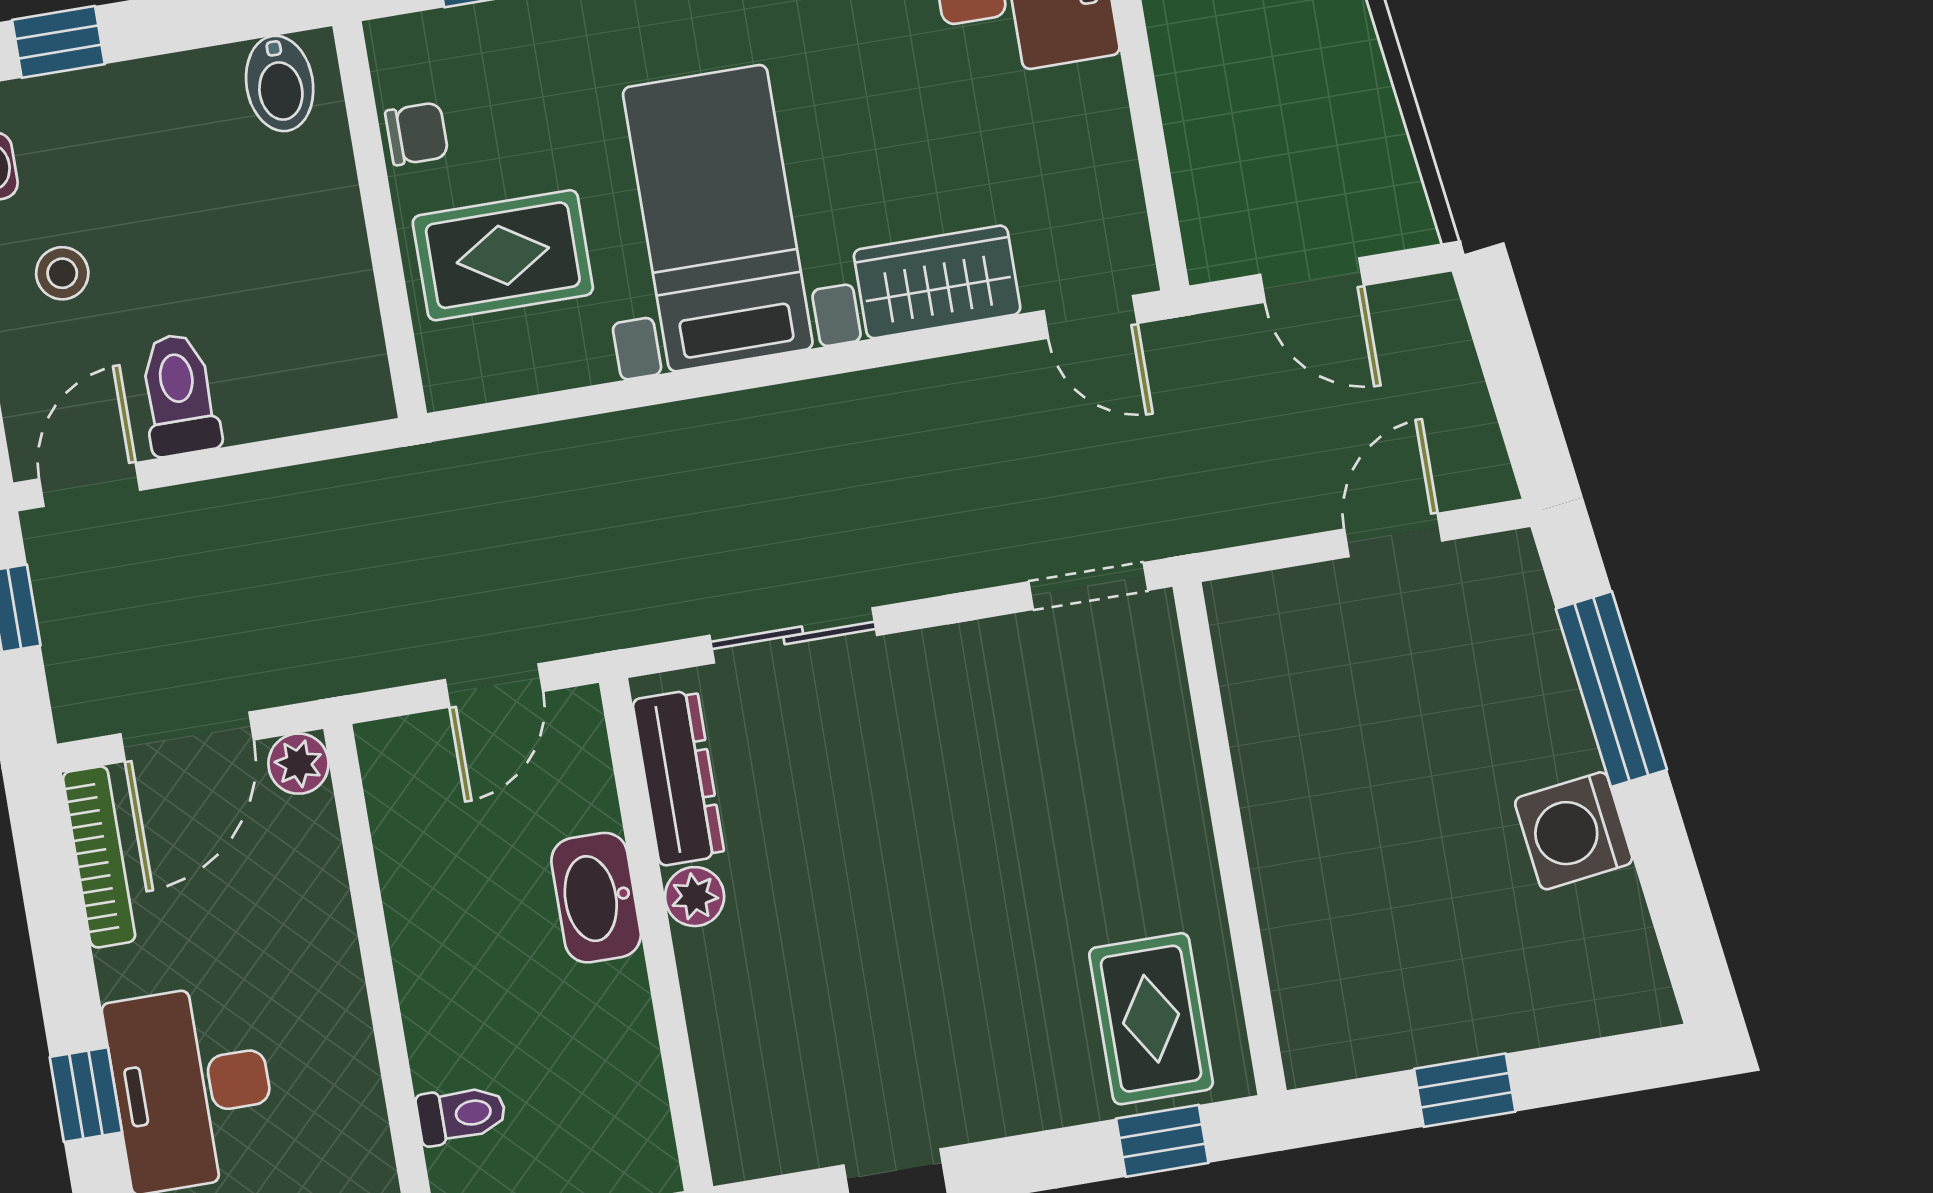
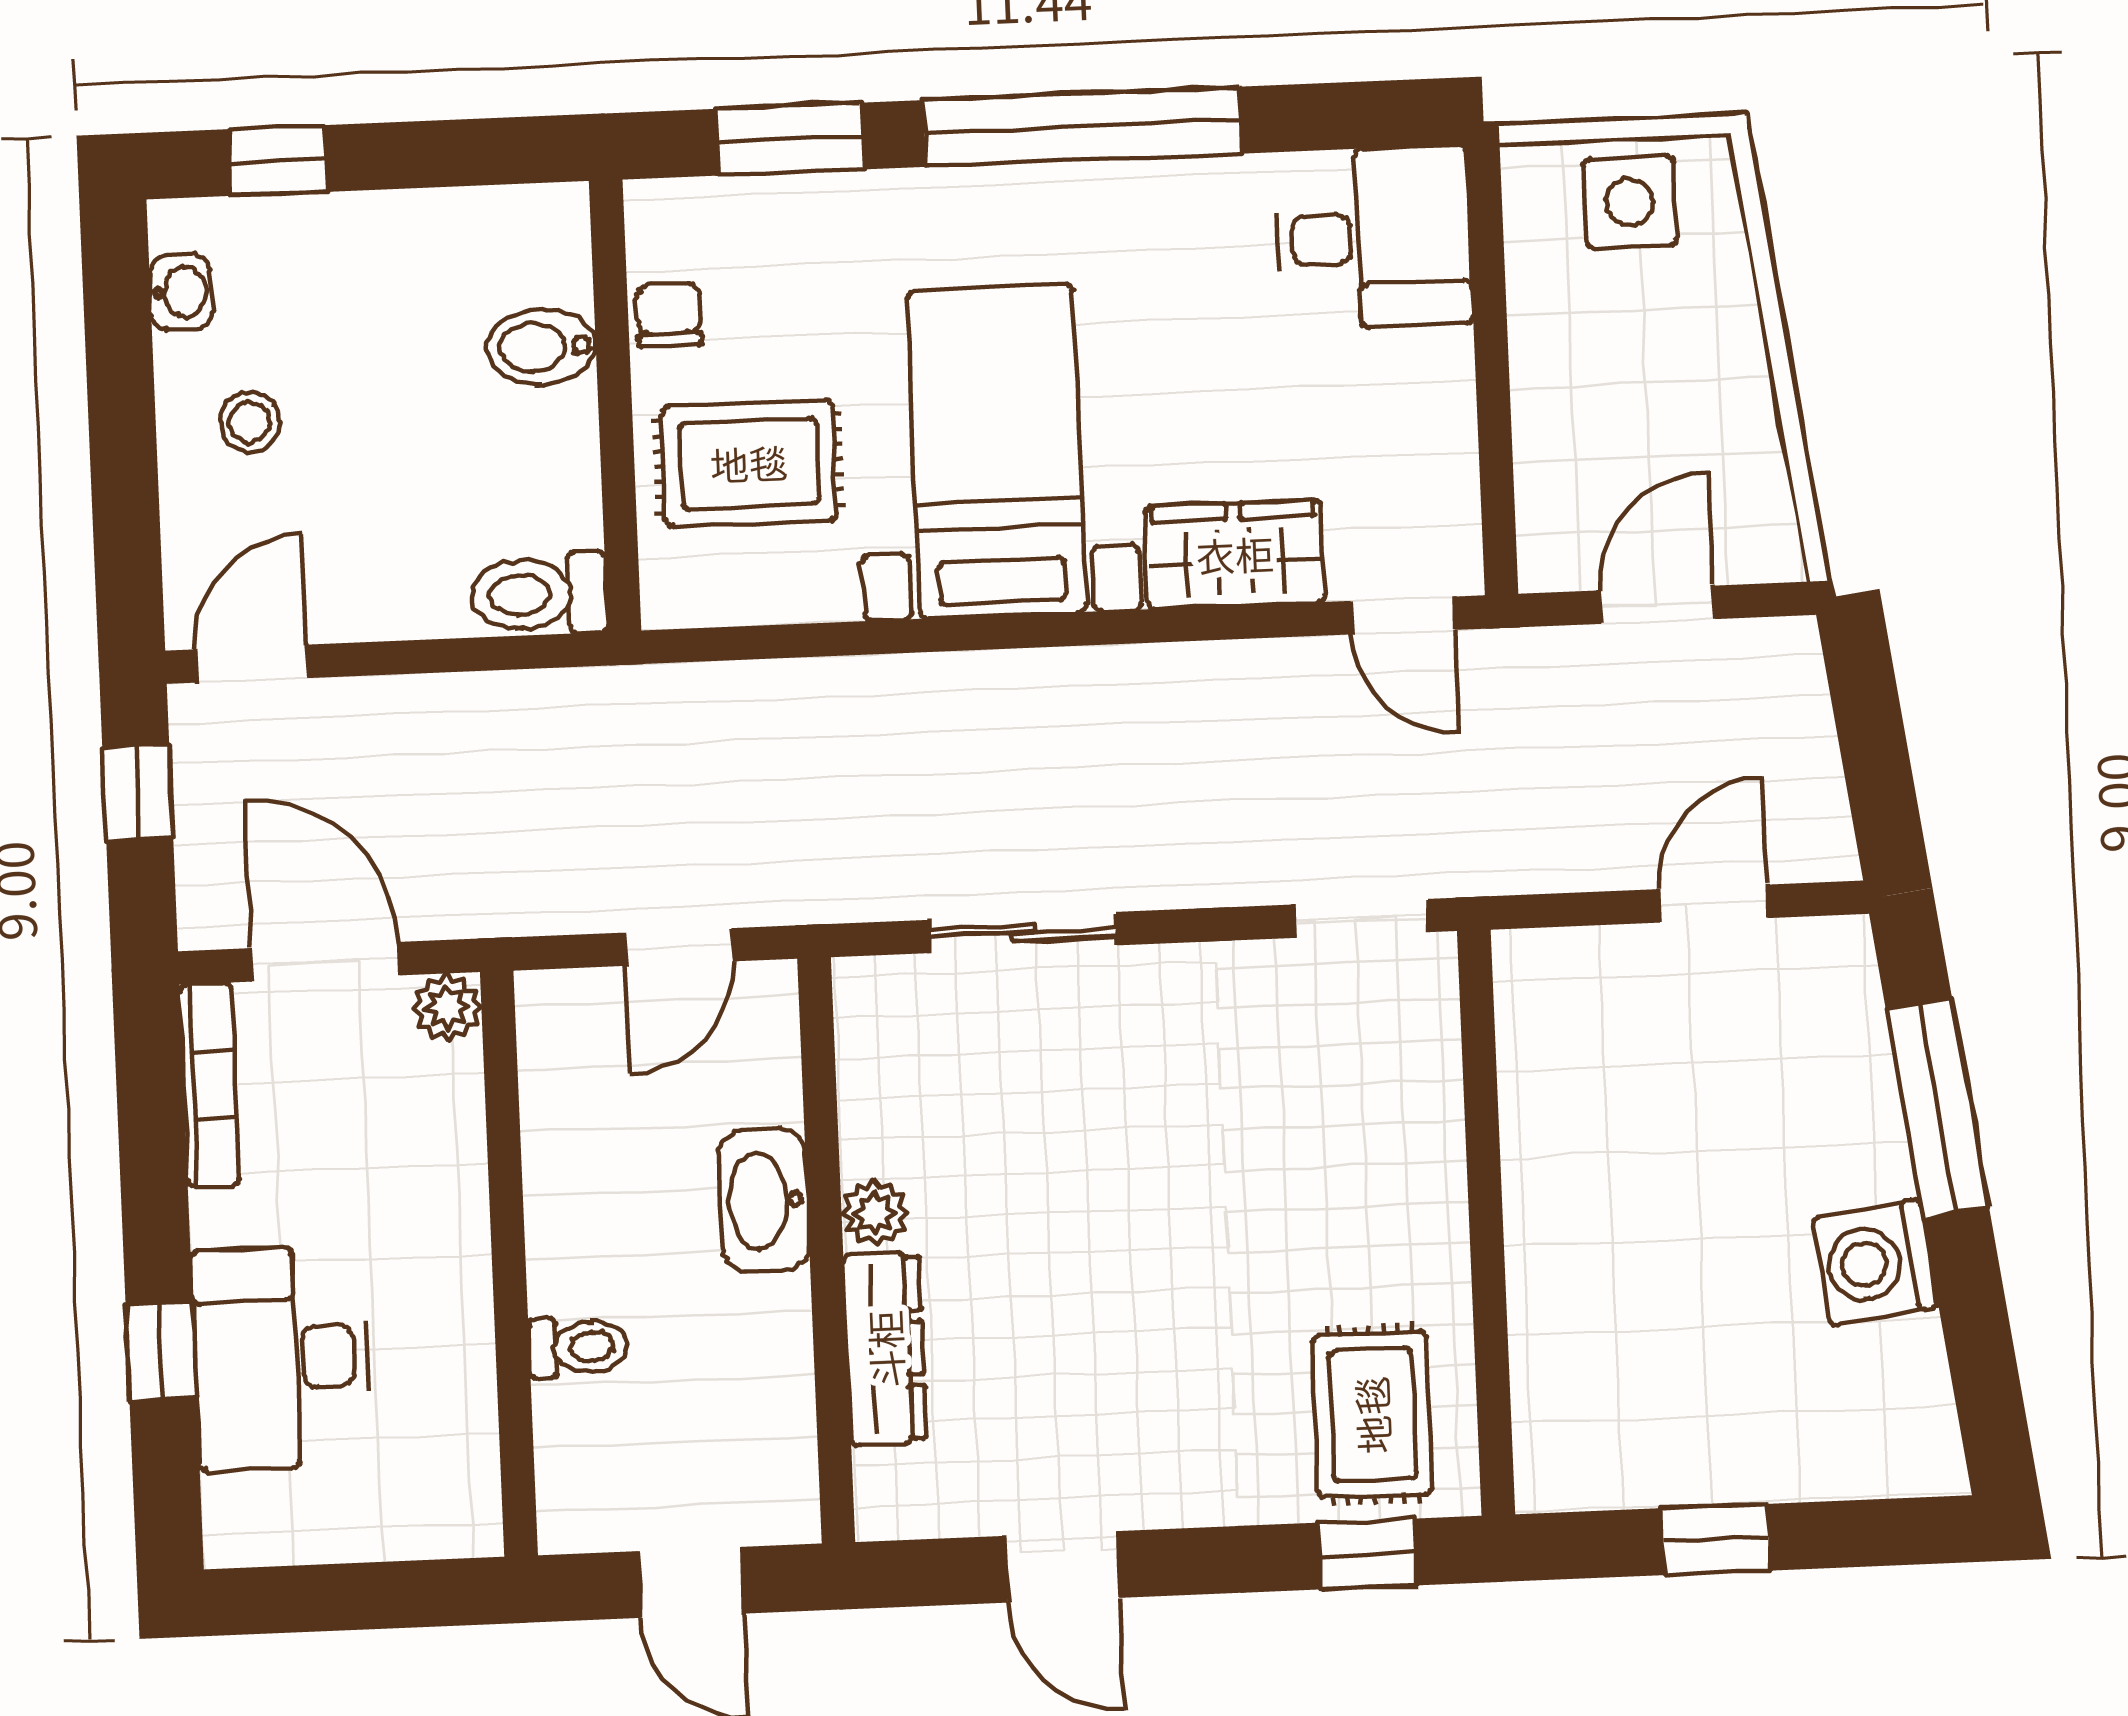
bidet: (280, 83) -> (541, 347), moved, turned 90
chair: (417, 134) -> (669, 314), turned -90
door: (1312, 280) -> (1657, 605), swing flipped
toilet: (179, 395) -> (539, 594), moved, turned -90
door: (187, 737) -> (325, 962), swing flipped
dresser: (678, 778) -> (885, 1349), moved
toilet: (461, 1115) -> (578, 1347), moved

